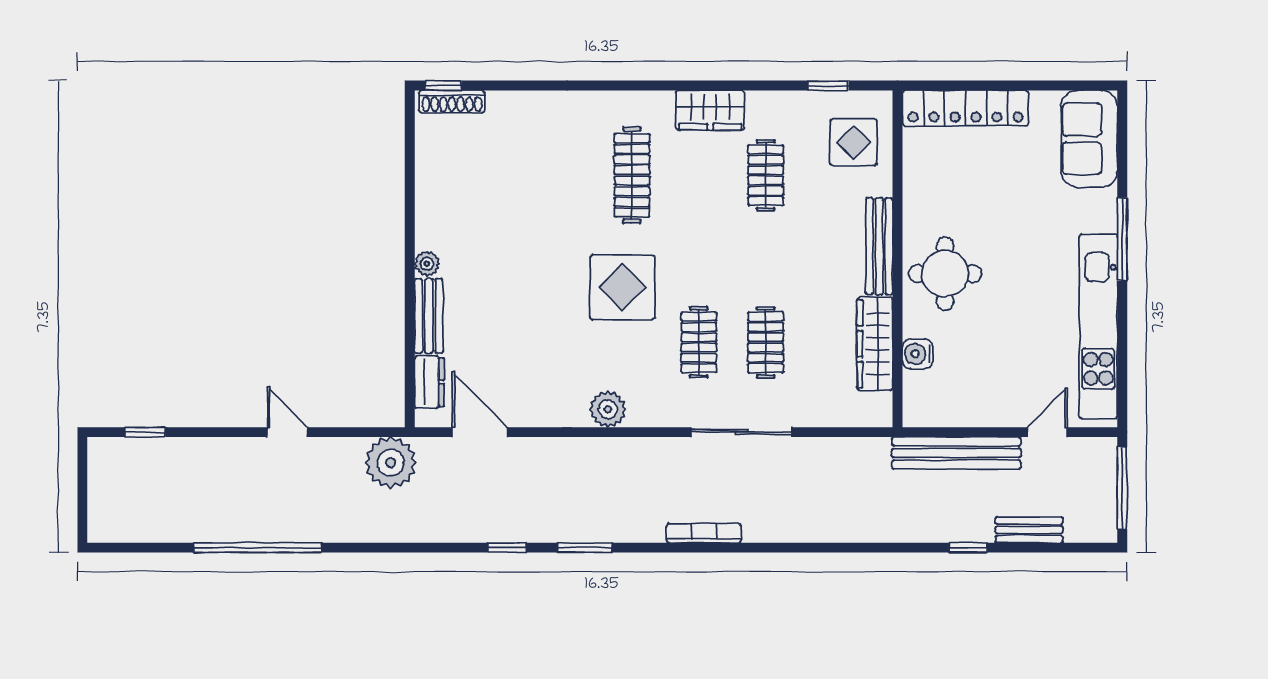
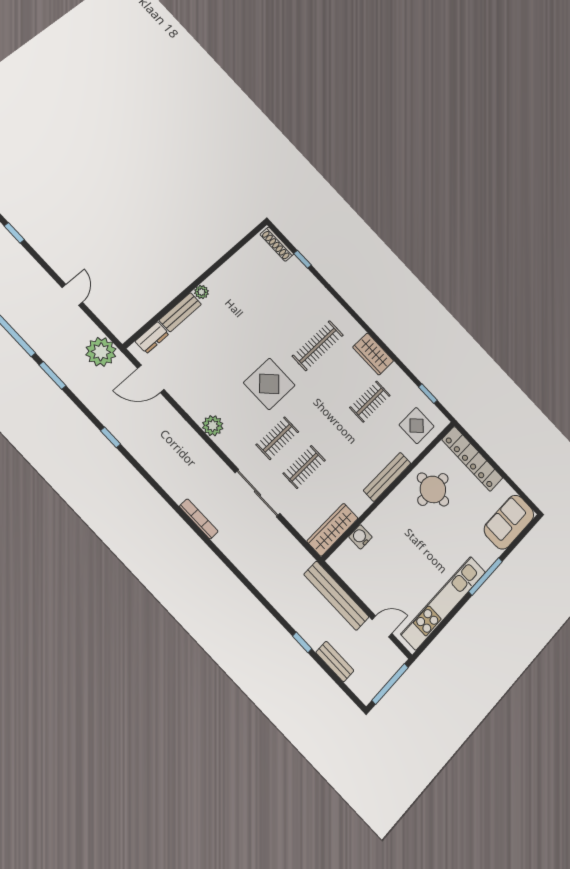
window: (443, 85) -> (302, 259), moved
round table: (945, 274) -> (433, 489), moved
wardrobe: (875, 344) -> (332, 530), moved
door: (480, 432) -> (151, 379), swing flipped
window: (585, 548) -> (53, 375), moved

